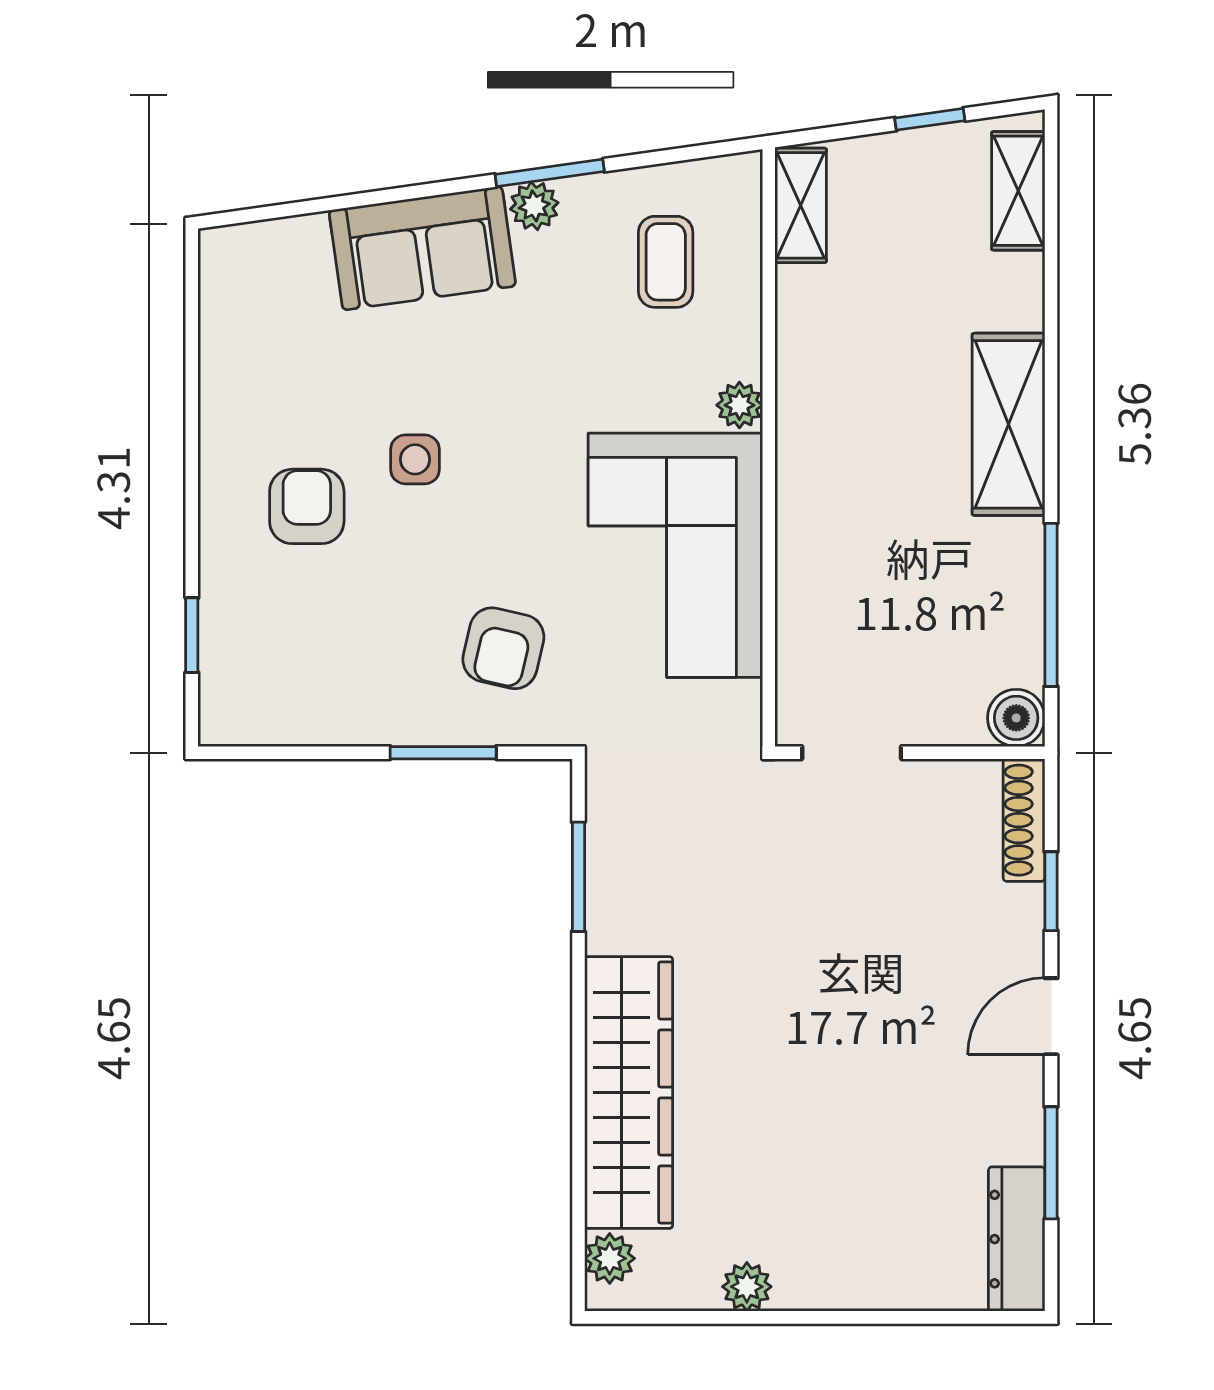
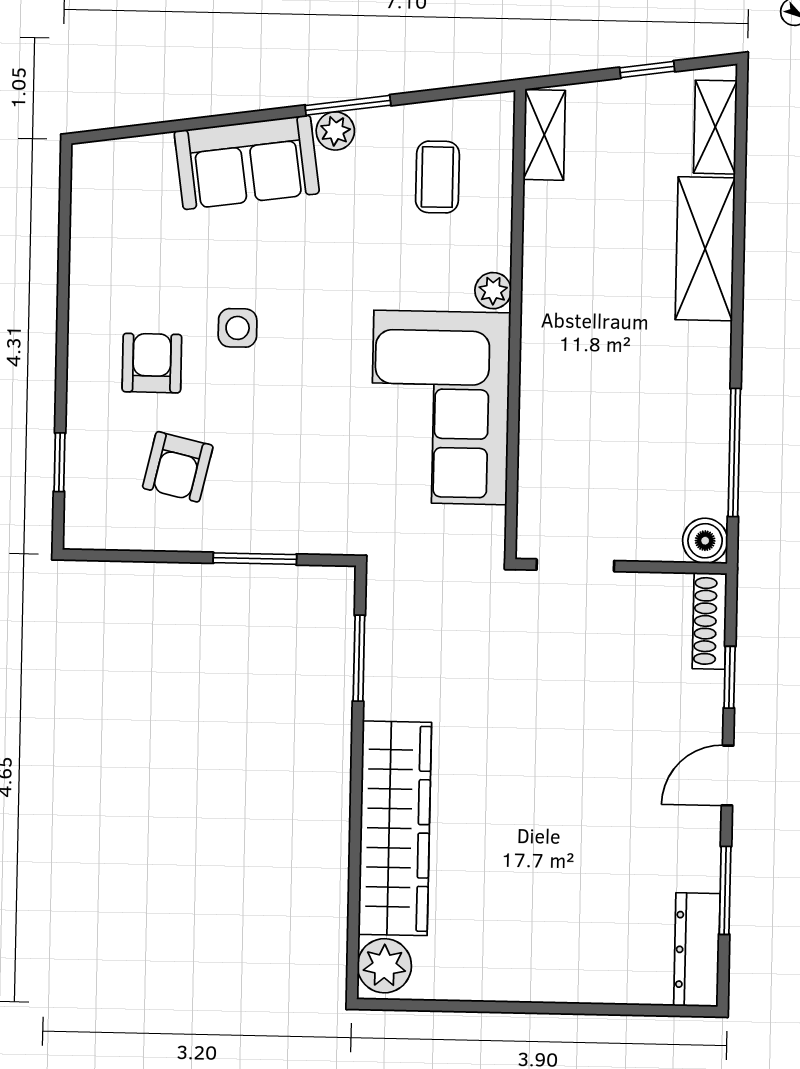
shelving: (1008, 424) -> (705, 249), moved
armchair: (503, 648) -> (178, 467), moved
plant: (610, 1258) -> (384, 966), width x1.38, depth x1.38
plant: (747, 1287) -> (484, 983), removed

